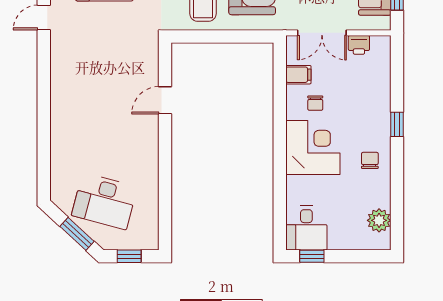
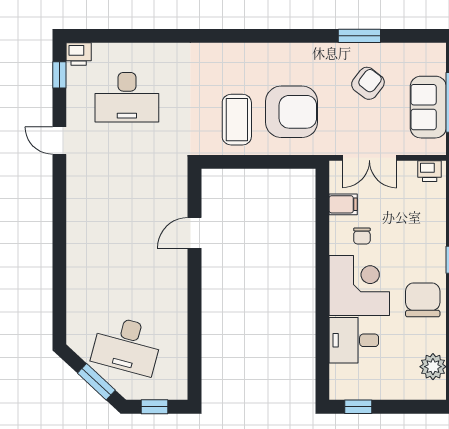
door: (44, 17) -> (59, 141), hinge flipped
printer: (359, 45) -> (430, 171), moved
chair: (370, 160) -> (423, 300), width x1.87, depth x1.87
desk: (306, 228) -> (354, 340), moved, turned 90

